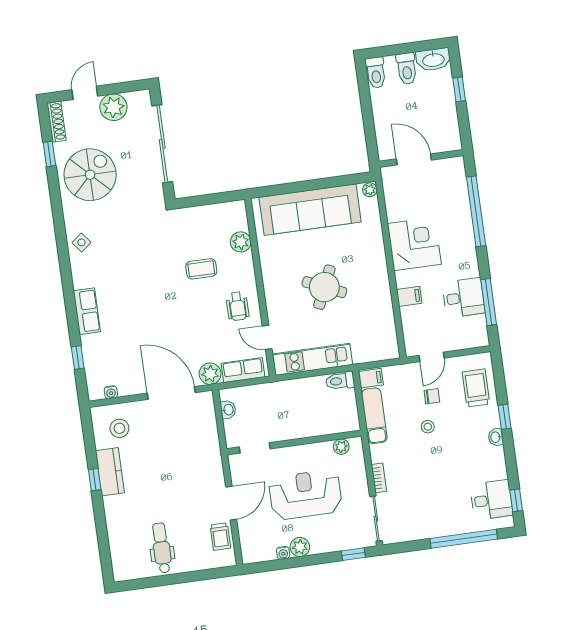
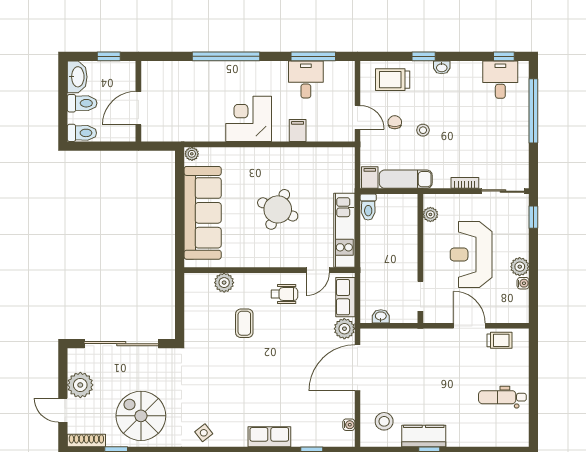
wall: (421, 158) -> (138, 101), moved
door: (414, 159) -> (138, 108), moved

